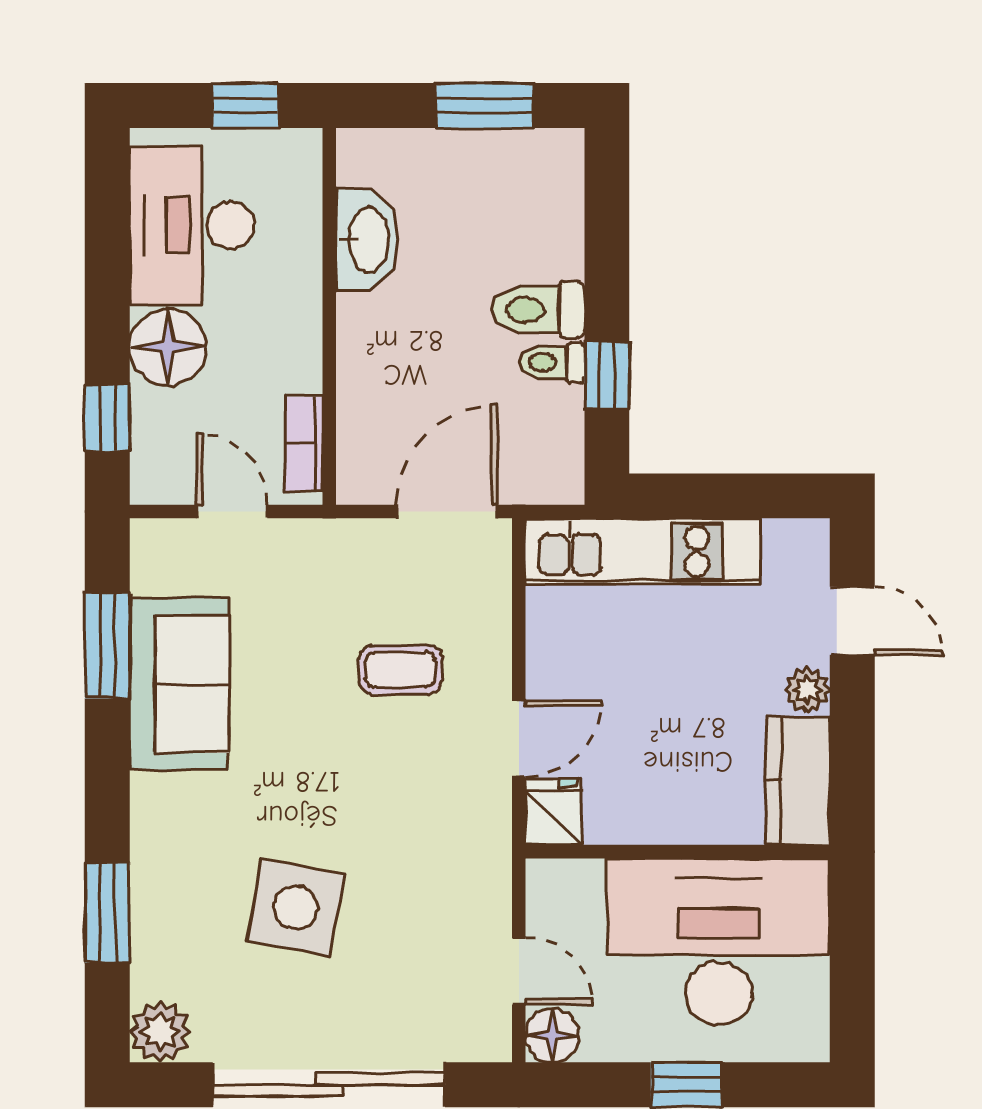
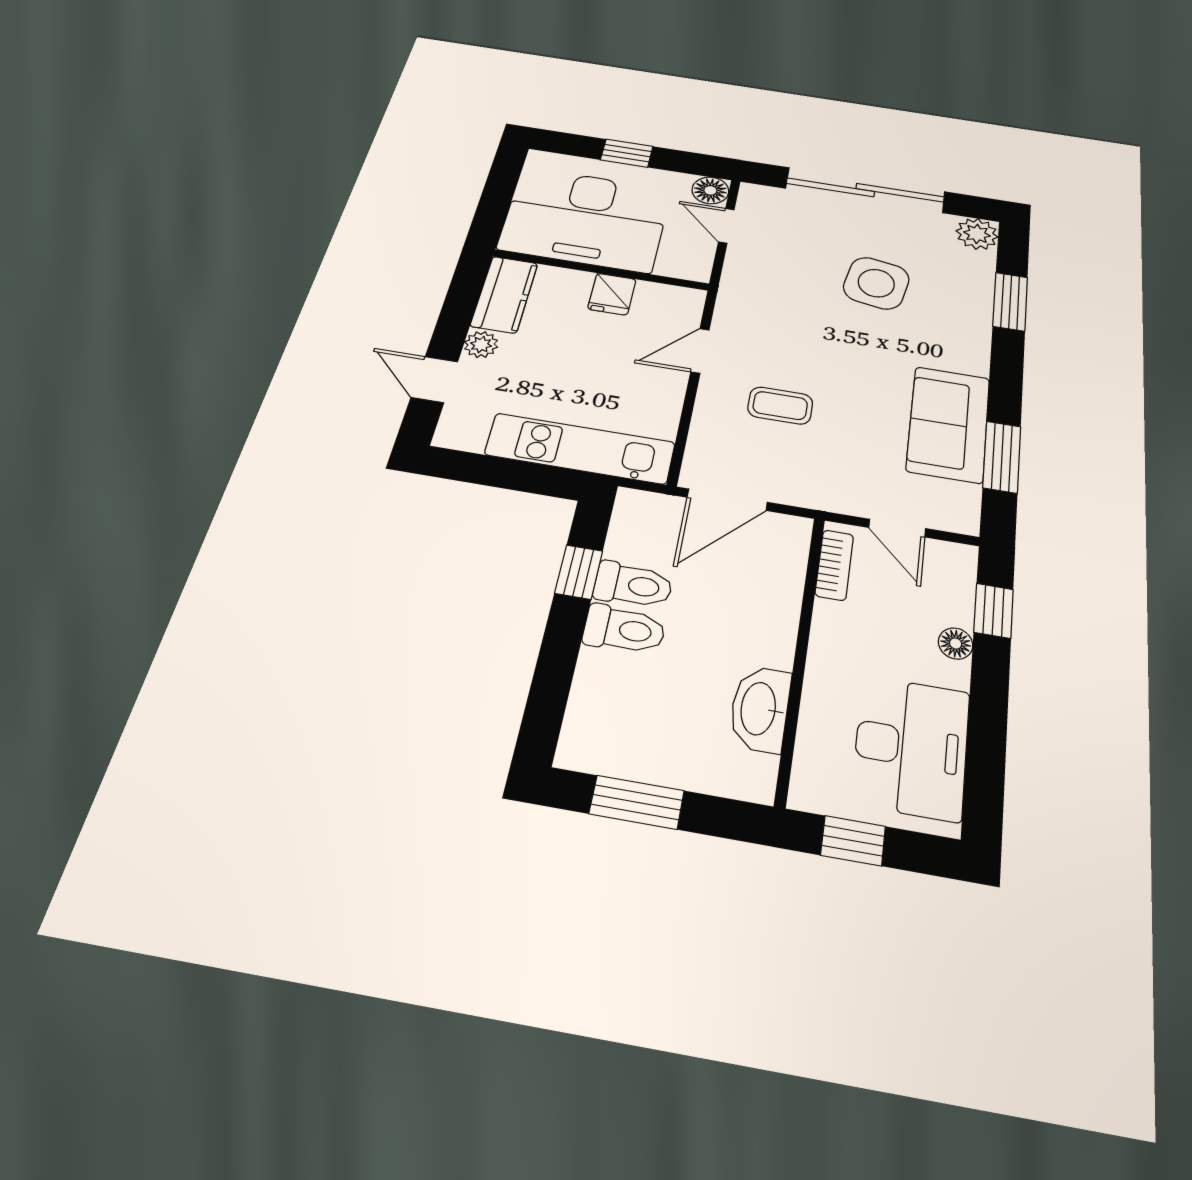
floor lamp: (168, 347) -> (956, 644), width x0.53, depth x0.53
toilet: (552, 362) -> (633, 585), width x1.37, depth x1.39
fridge: (553, 812) -> (612, 294), moved

